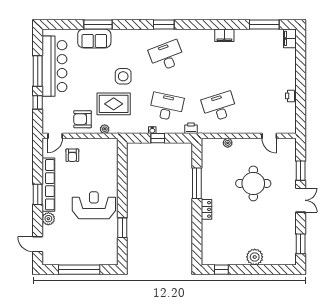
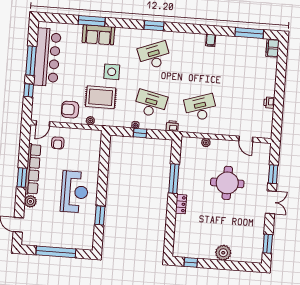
filing cabinet: (224, 35) -> (211, 40), width x0.50
sofa: (94, 38) -> (98, 35), moved
reception desk: (94, 205) -> (75, 192), turned 90

